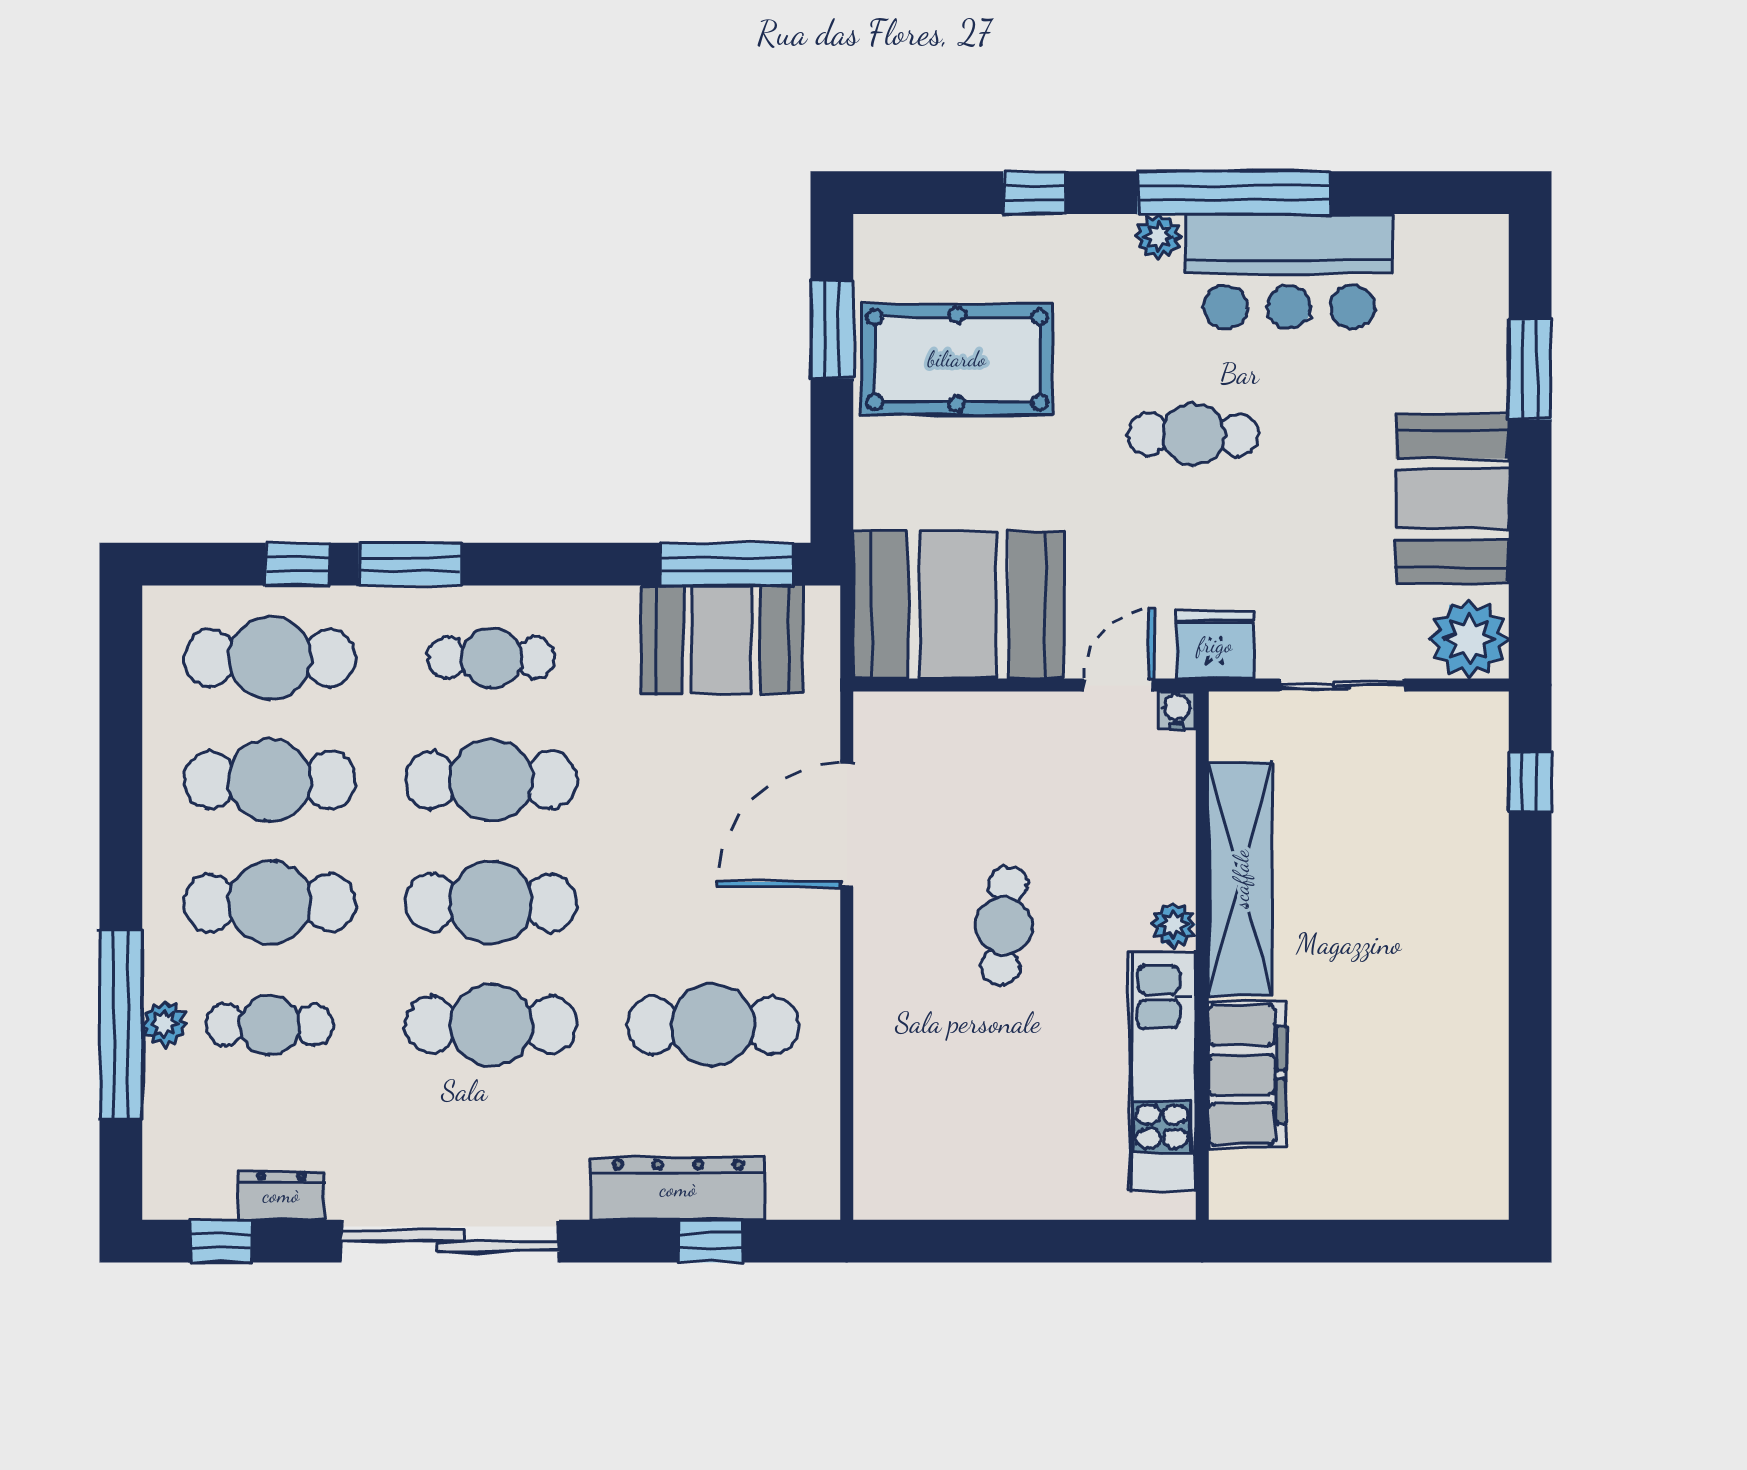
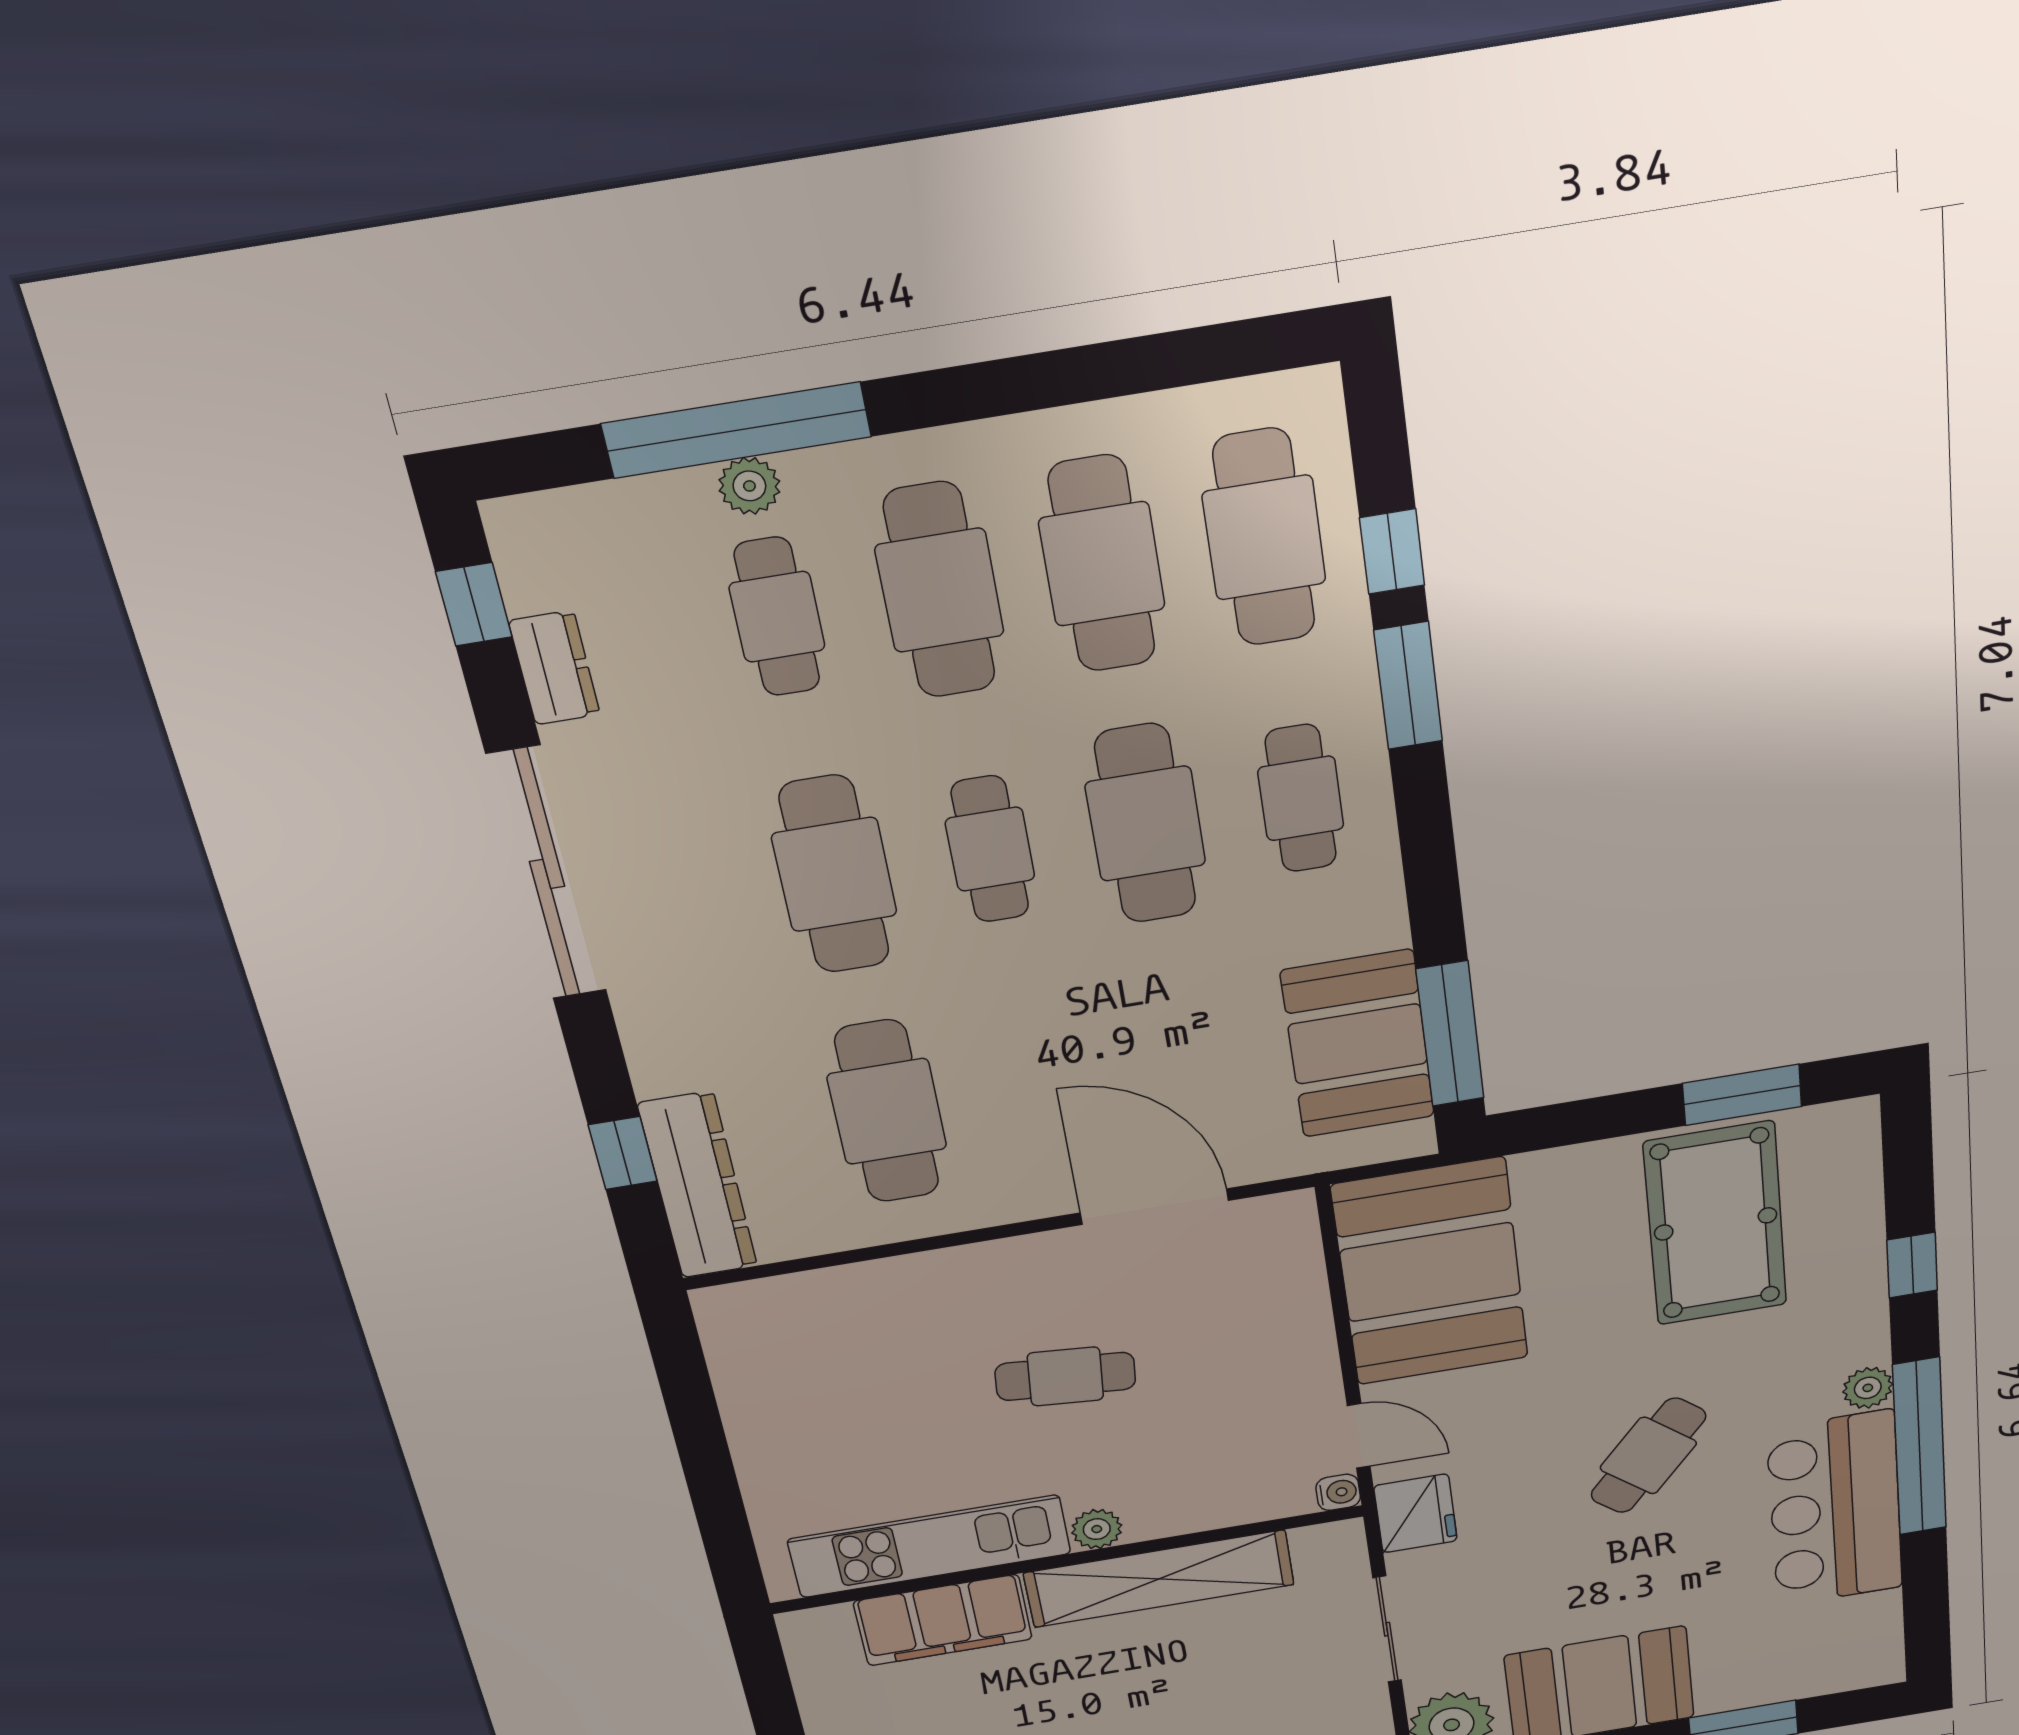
cafe table: (1193, 435) -> (1648, 1456), turned 40
cafe table: (491, 903) -> (990, 849), width x0.73, depth x0.74
dresser: (678, 1189) -> (698, 1185), moved

